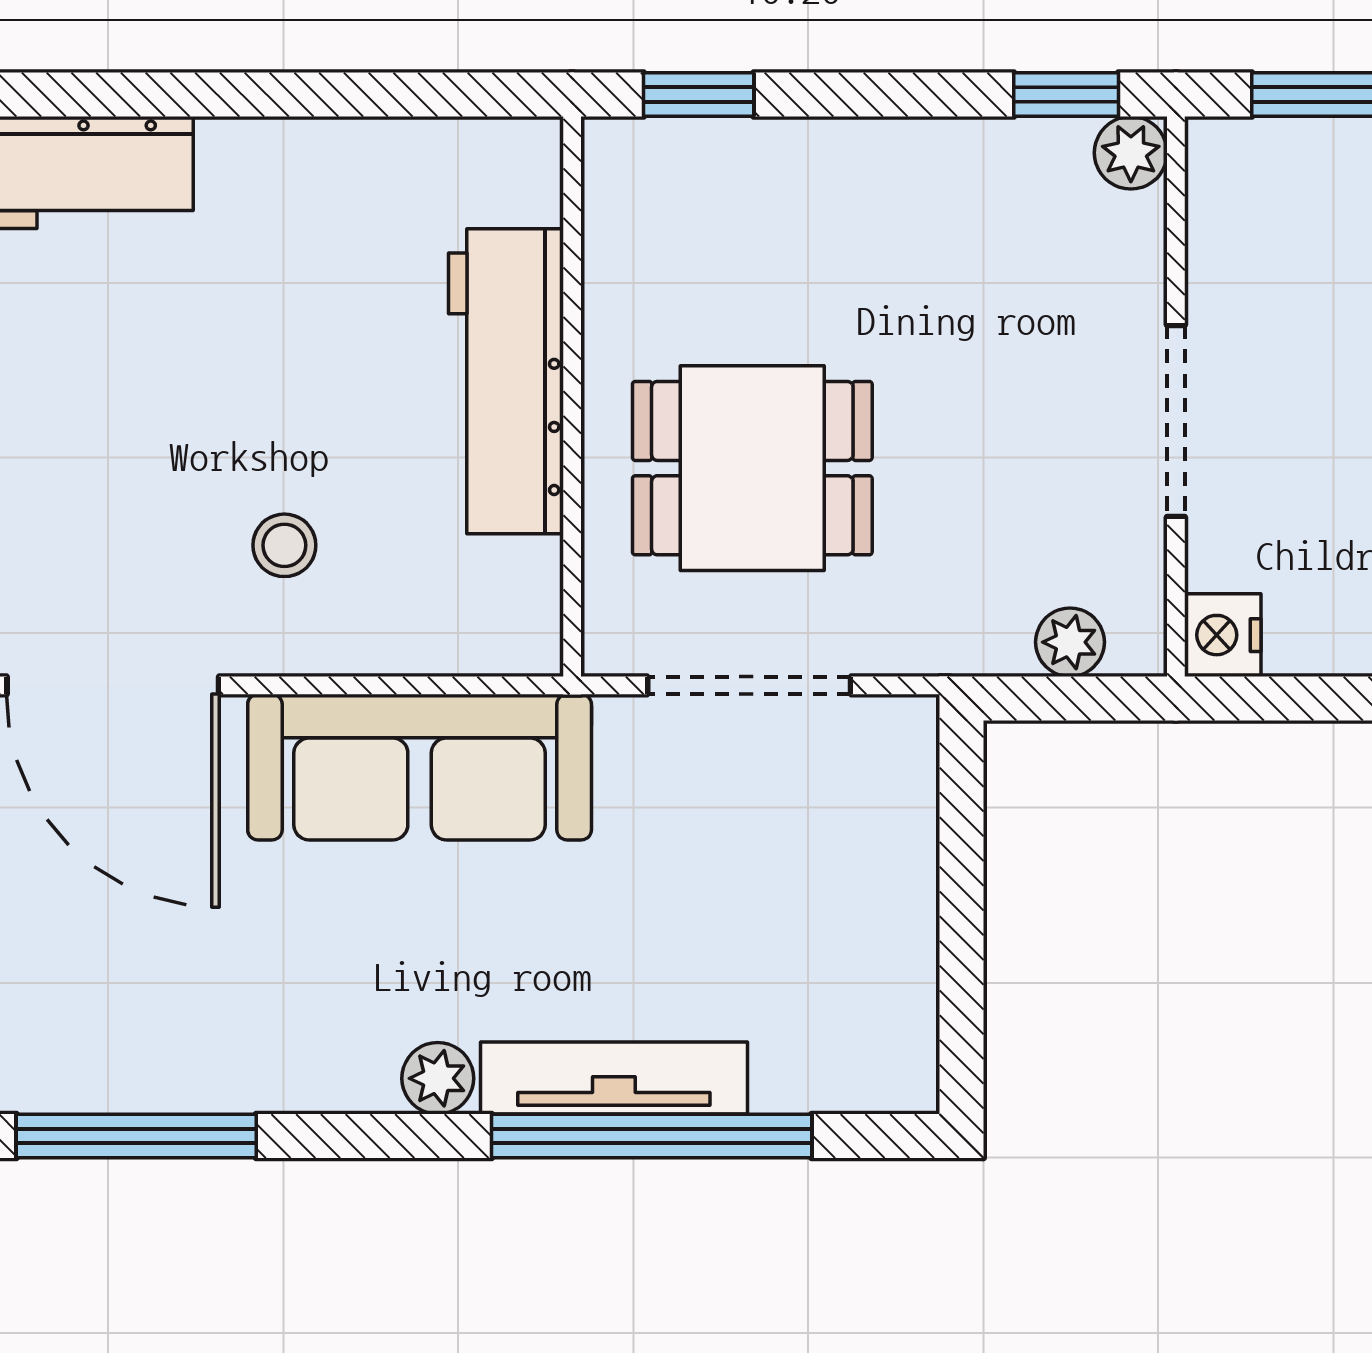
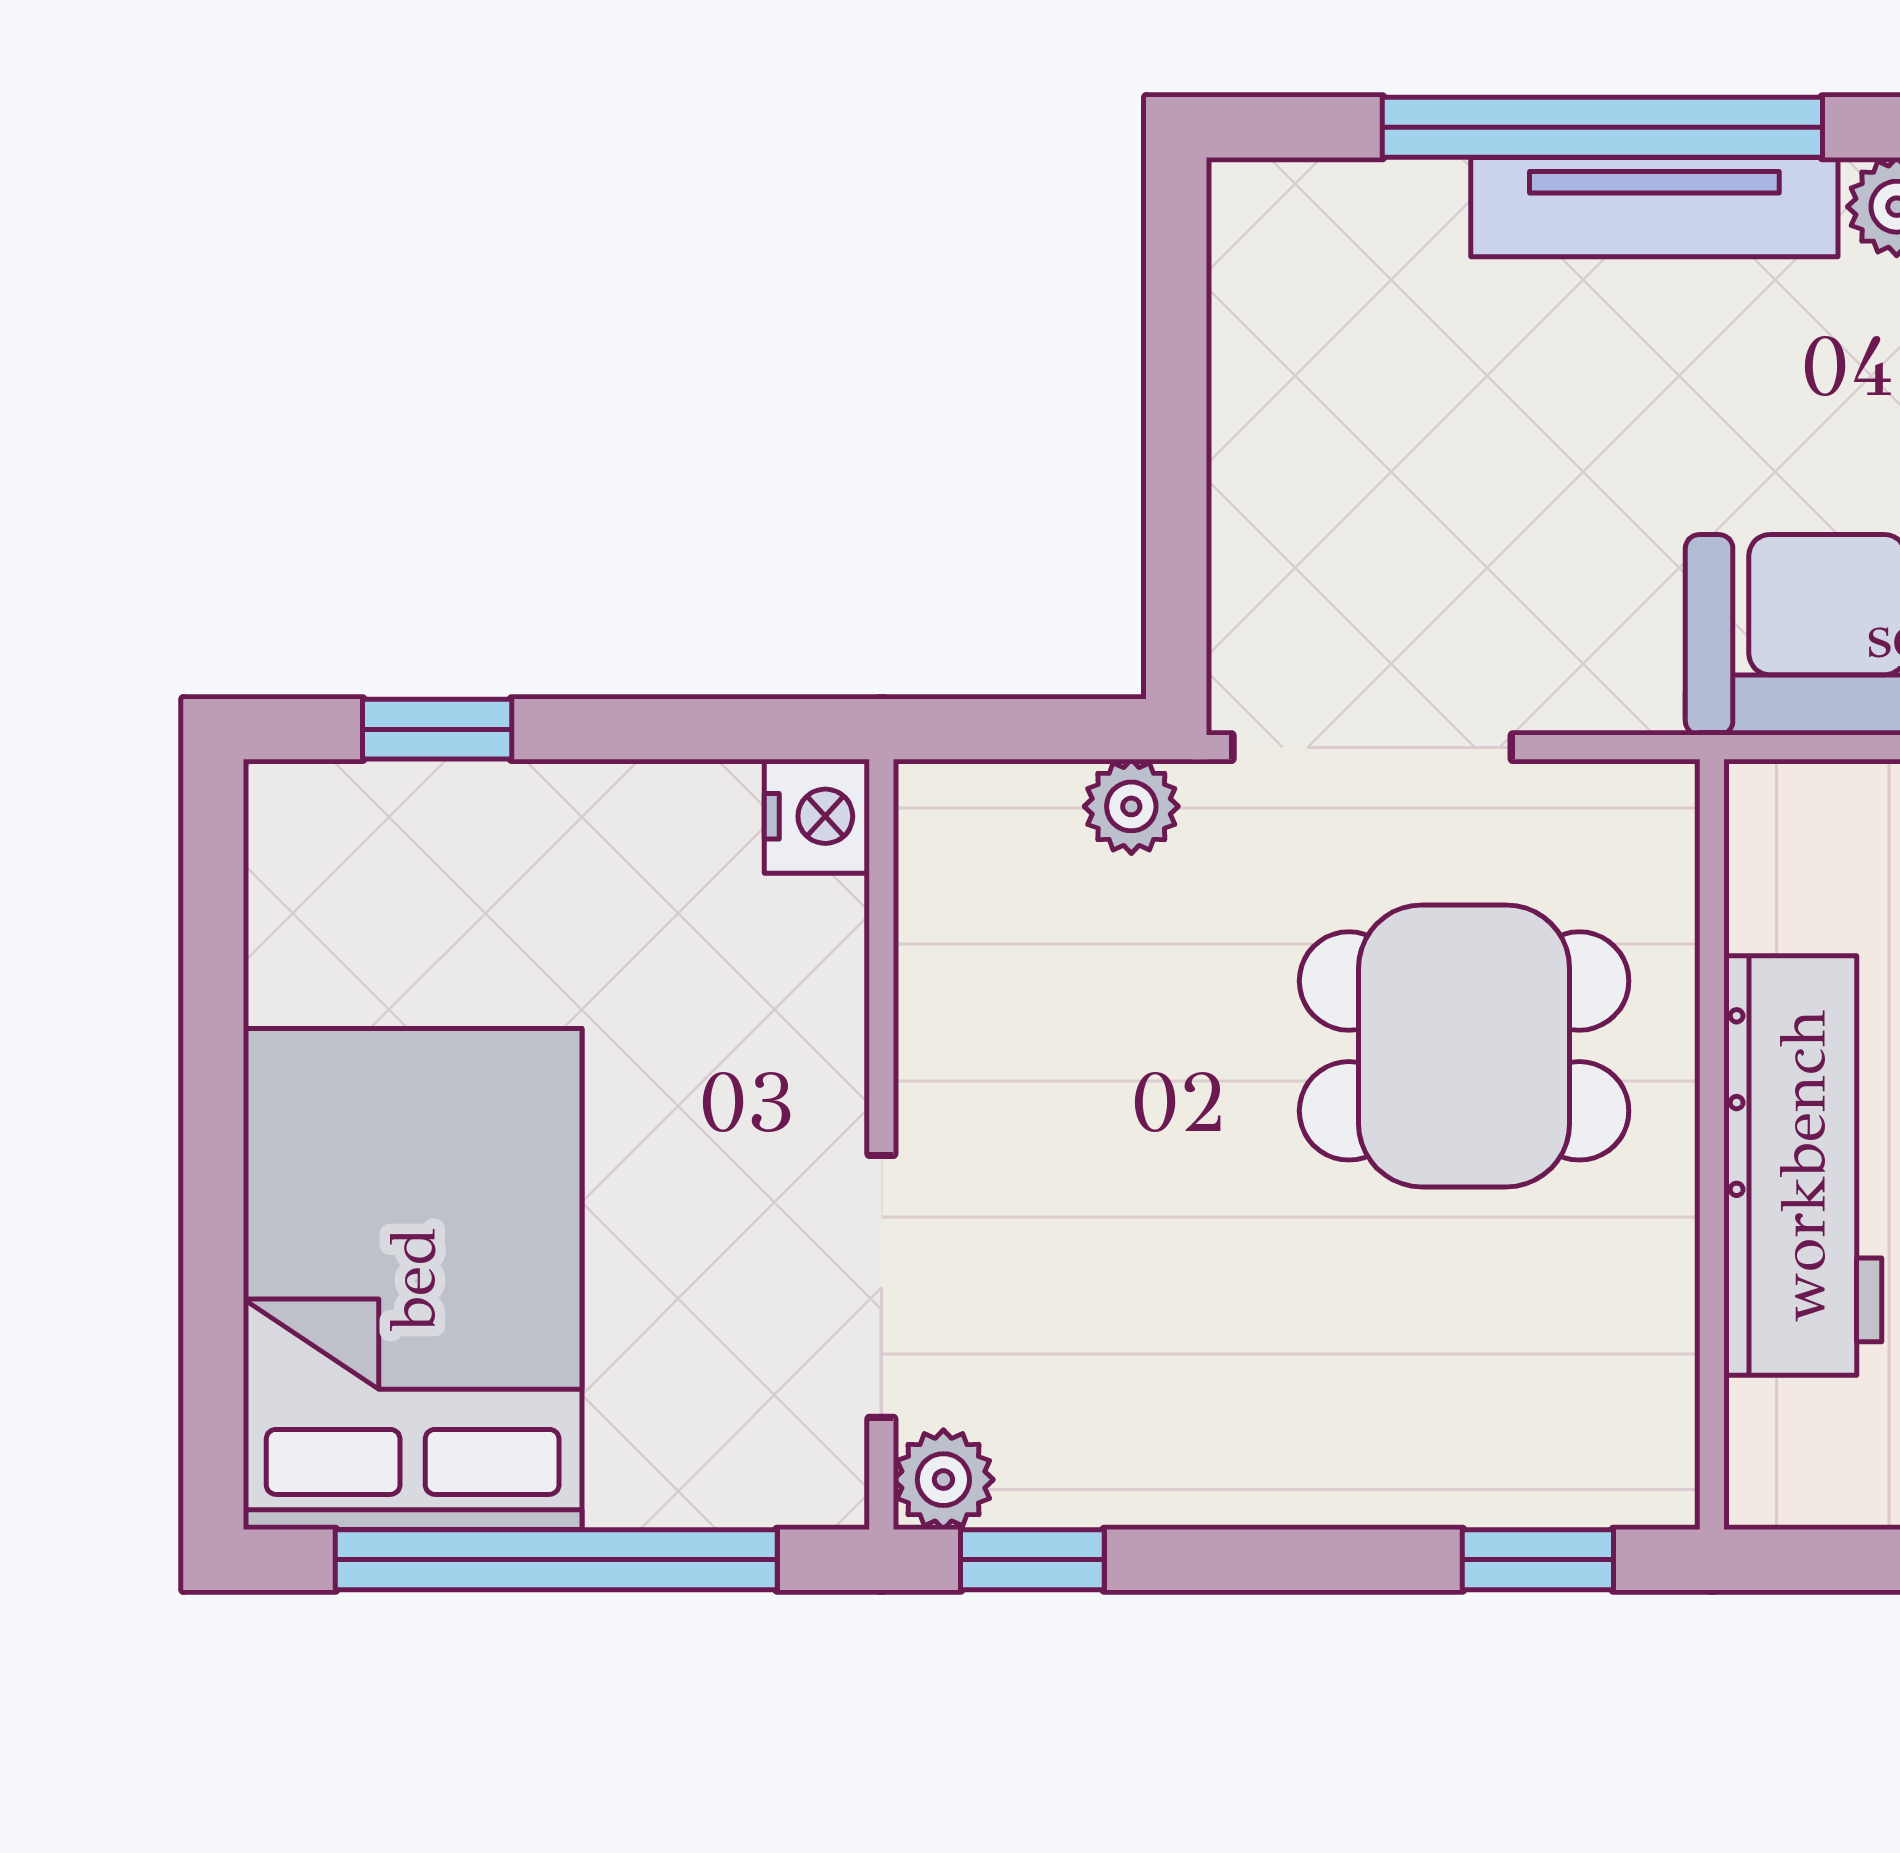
doorway: (1176, 421) -> (881, 1286), moved
plant: (1070, 642) -> (1131, 806), moved
doorway: (749, 685) -> (1372, 747), moved

